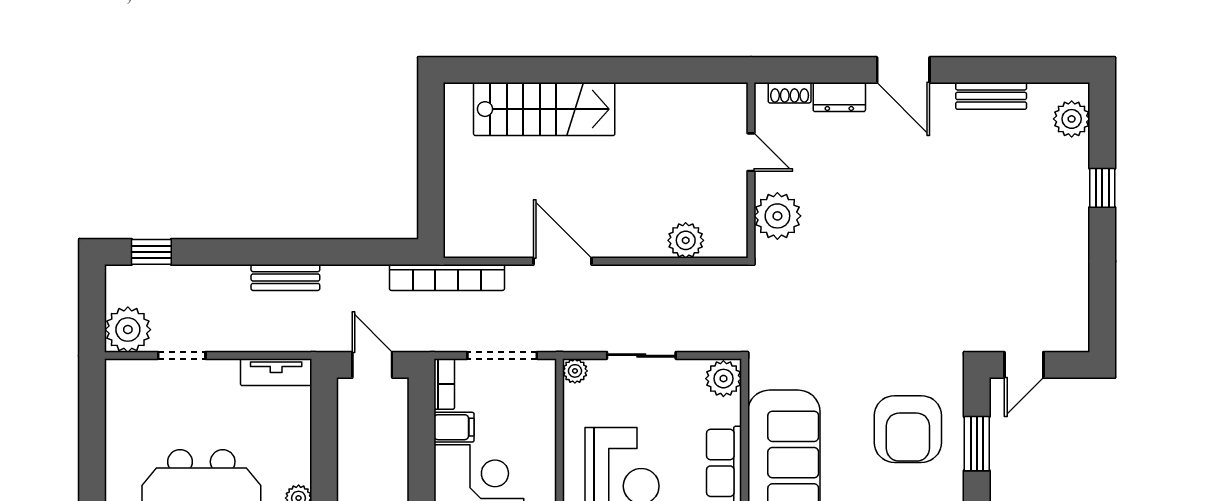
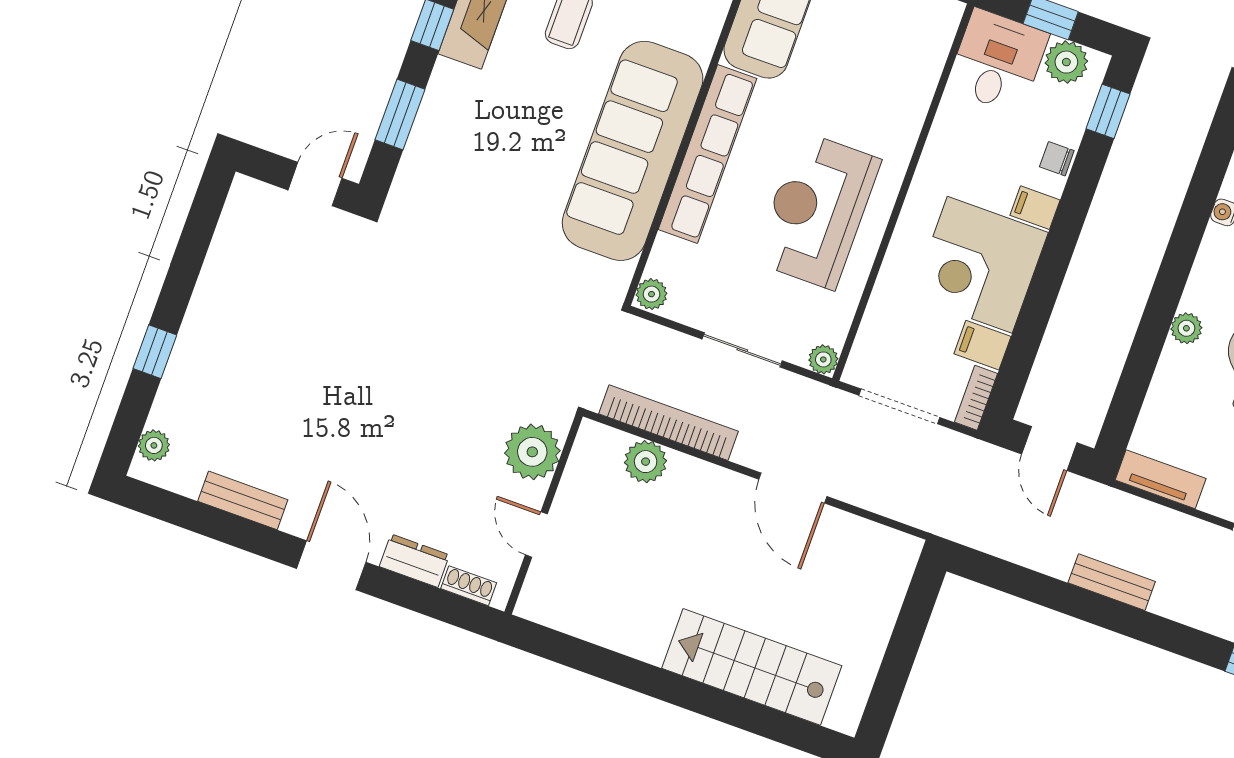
plant: (1072, 119) -> (154, 445), width x0.73, depth x0.73
bookcase: (447, 277) -> (668, 423), moved
plant: (723, 379) -> (652, 294), width x0.73, depth x0.73
armchair: (908, 429) -> (472, 159), removed

